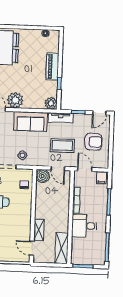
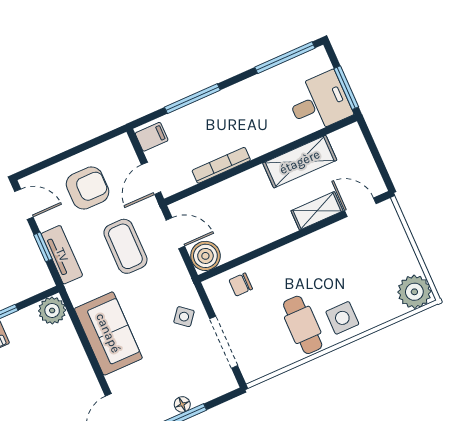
plant: (15, 100) -> (81, 385), removed
tv unit: (61, 118) -> (62, 255), moved
armchair: (93, 142) -> (88, 188), turned 90
door: (58, 168) -> (175, 233), hinge flipped
desk: (84, 226) -> (319, 102), moved, turned -90
door: (32, 248) -> (360, 207), swing flipped
shelving: (62, 248) -> (300, 162), moved

